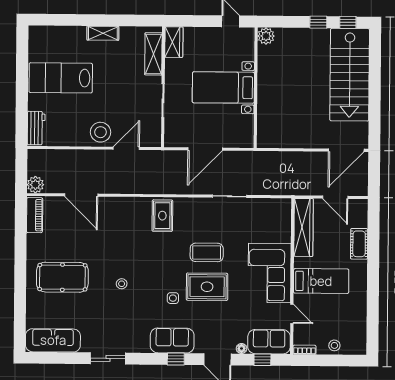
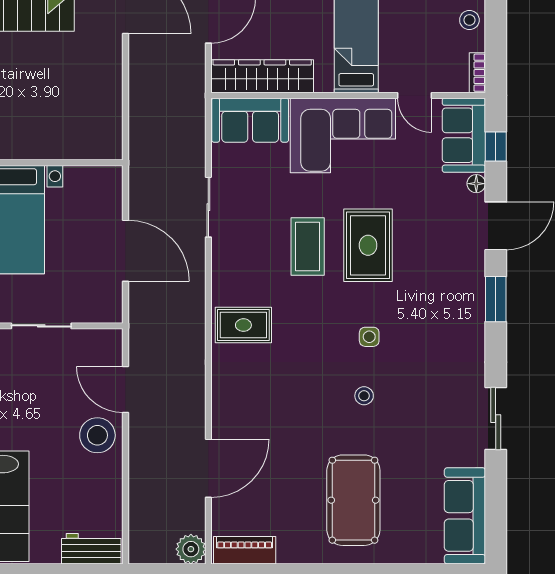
side table: (173, 298) -> (369, 337), moved
door: (292, 314) -> (414, 95), swing flipped
sofa: (172, 340) -> (250, 120), moved, turned -90
window: (176, 359) -> (496, 299), width x1.50

